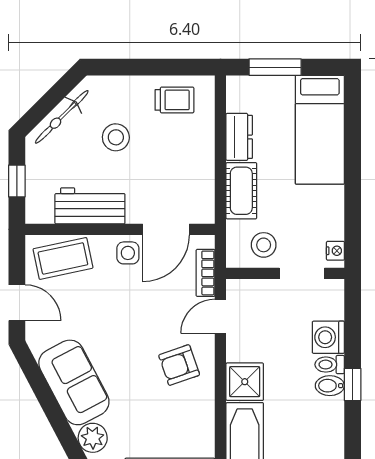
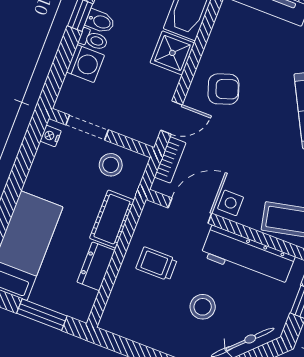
trolley: (174, 100) -> (157, 264), moved
workbench: (90, 206) -> (248, 256), width x1.38

